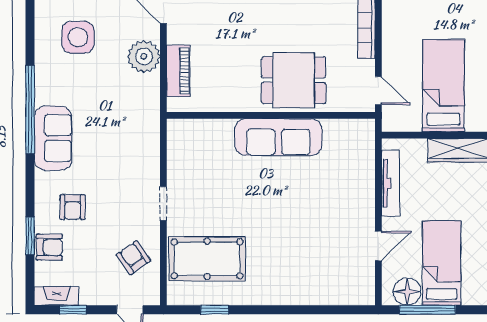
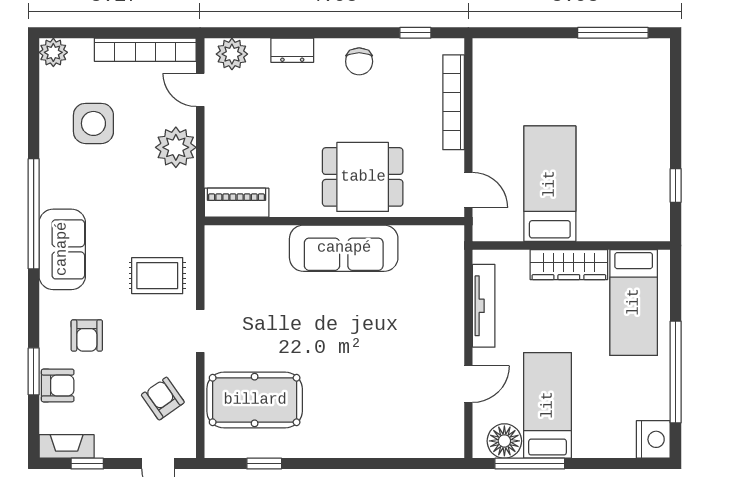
piano: (178, 71) -> (237, 203), moved, turned -90
rug: (129, 159) -> (157, 276), added

